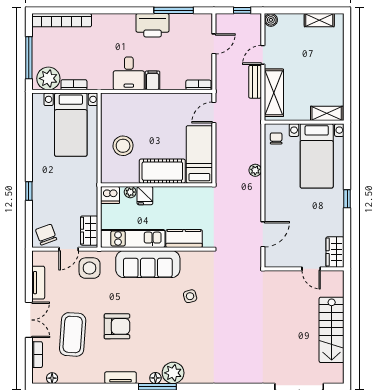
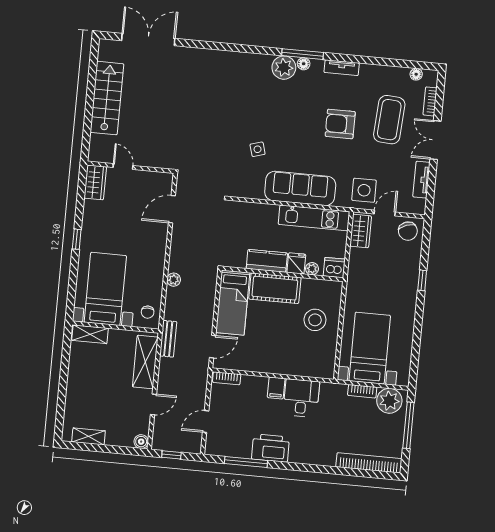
bench: (255, 82) -> (168, 339), moved
kitchen counter: (184, 238) -> (267, 261), moved, turned 180

